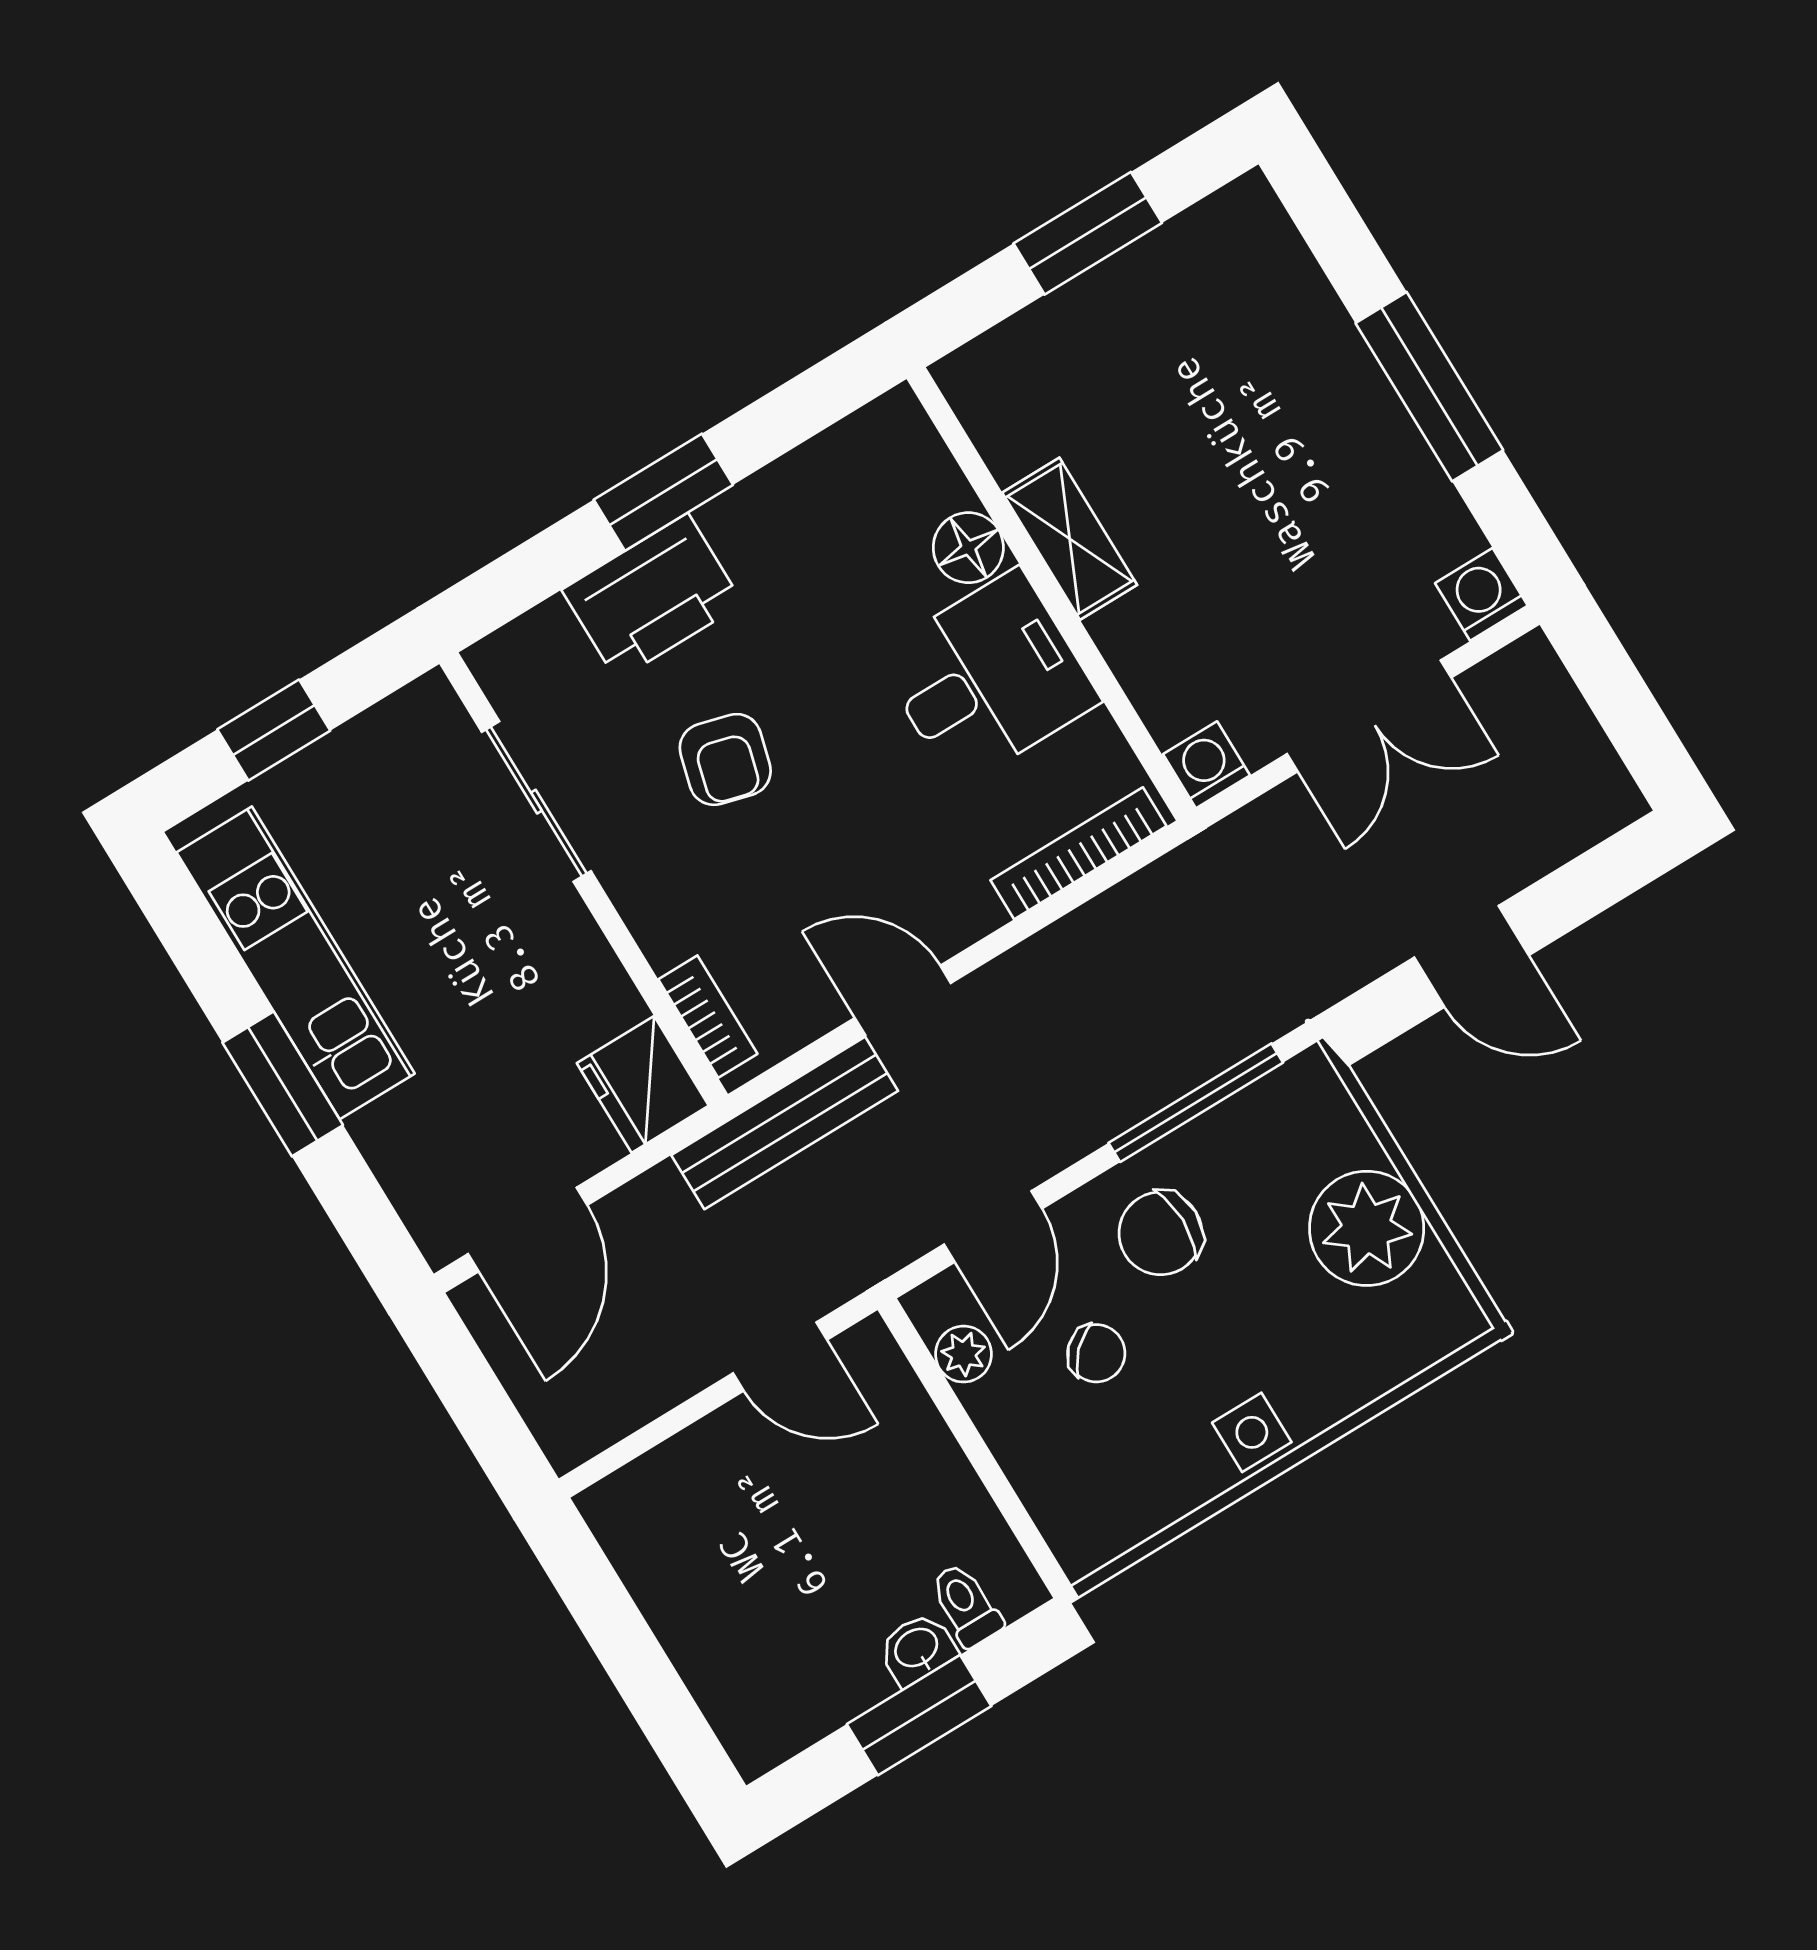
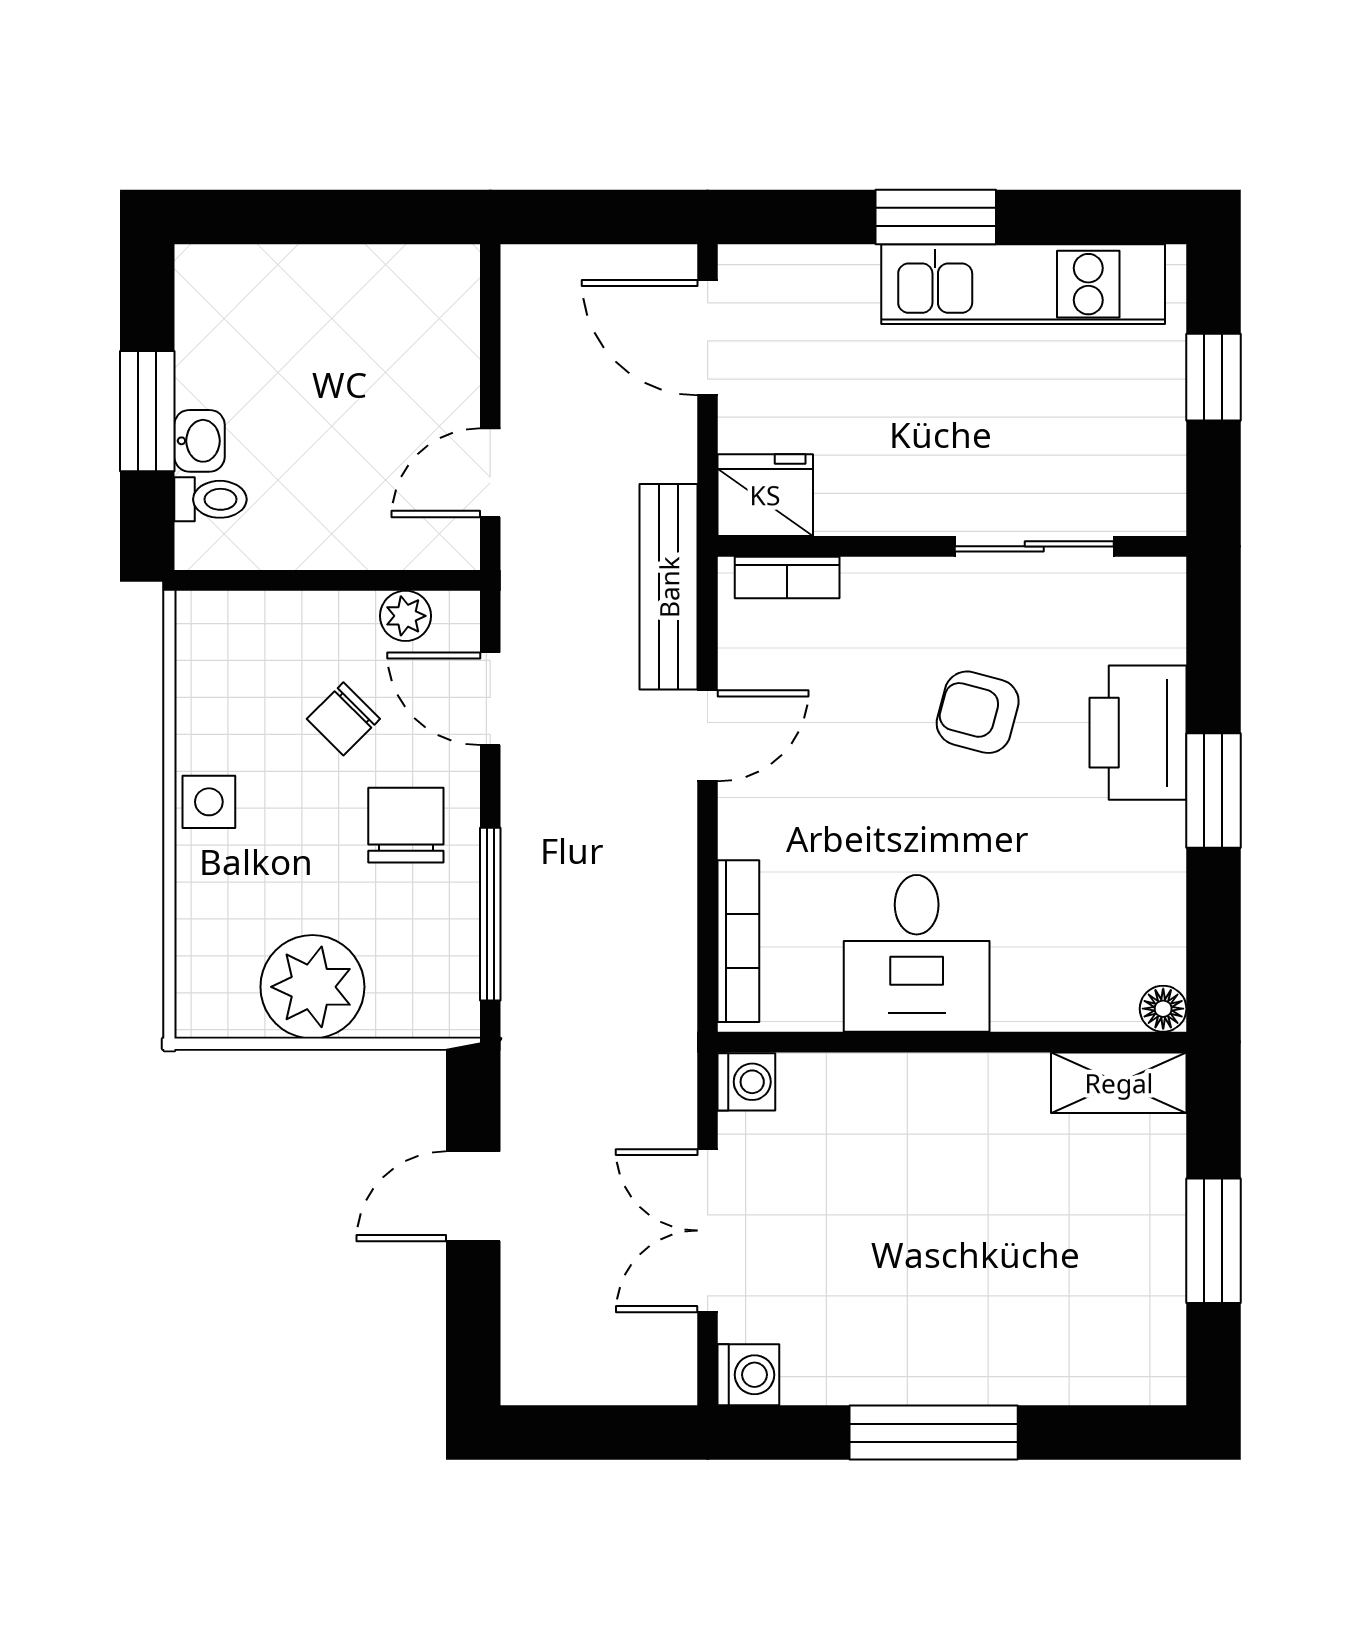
shelving: (1070, 539) -> (1119, 1083), moved
floor lamp: (968, 548) -> (1163, 1009), moved, width x0.73, depth x0.73

